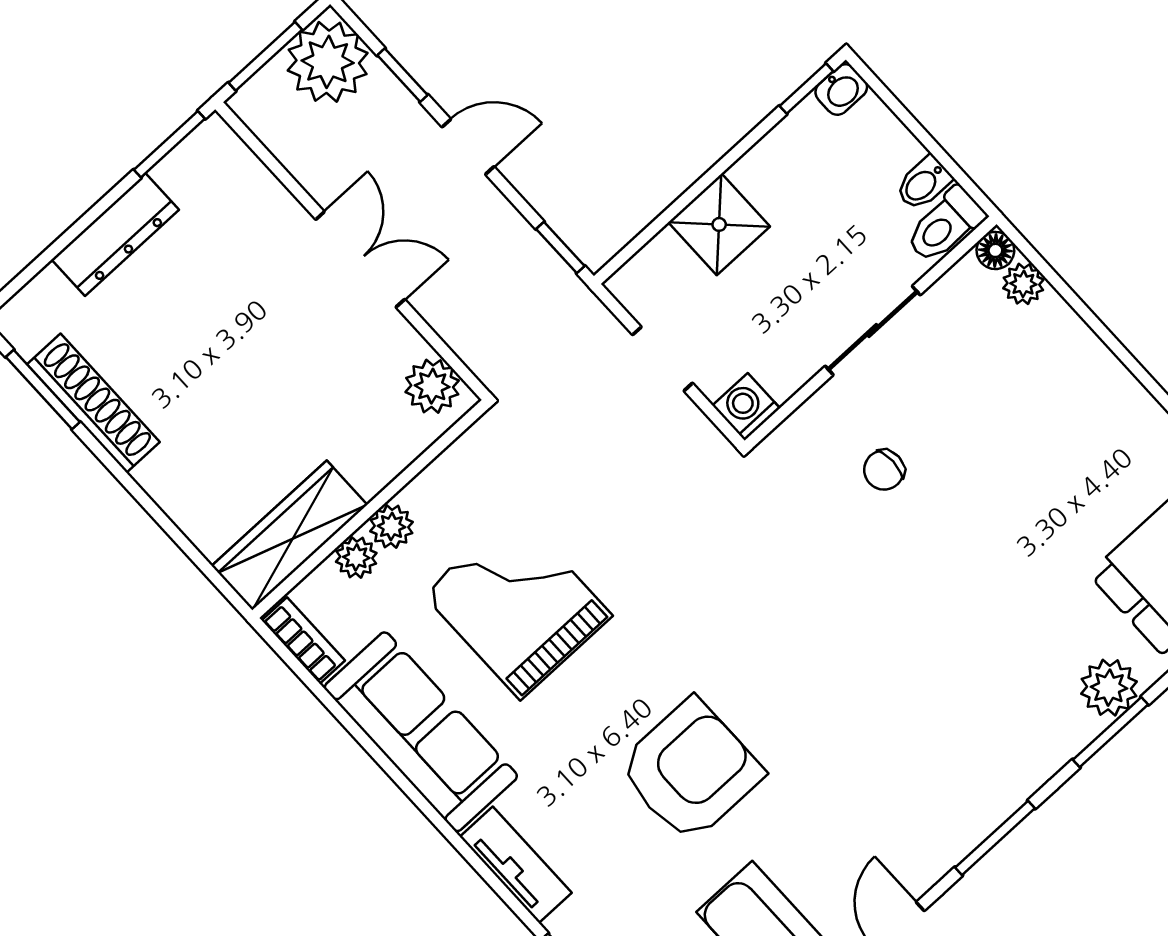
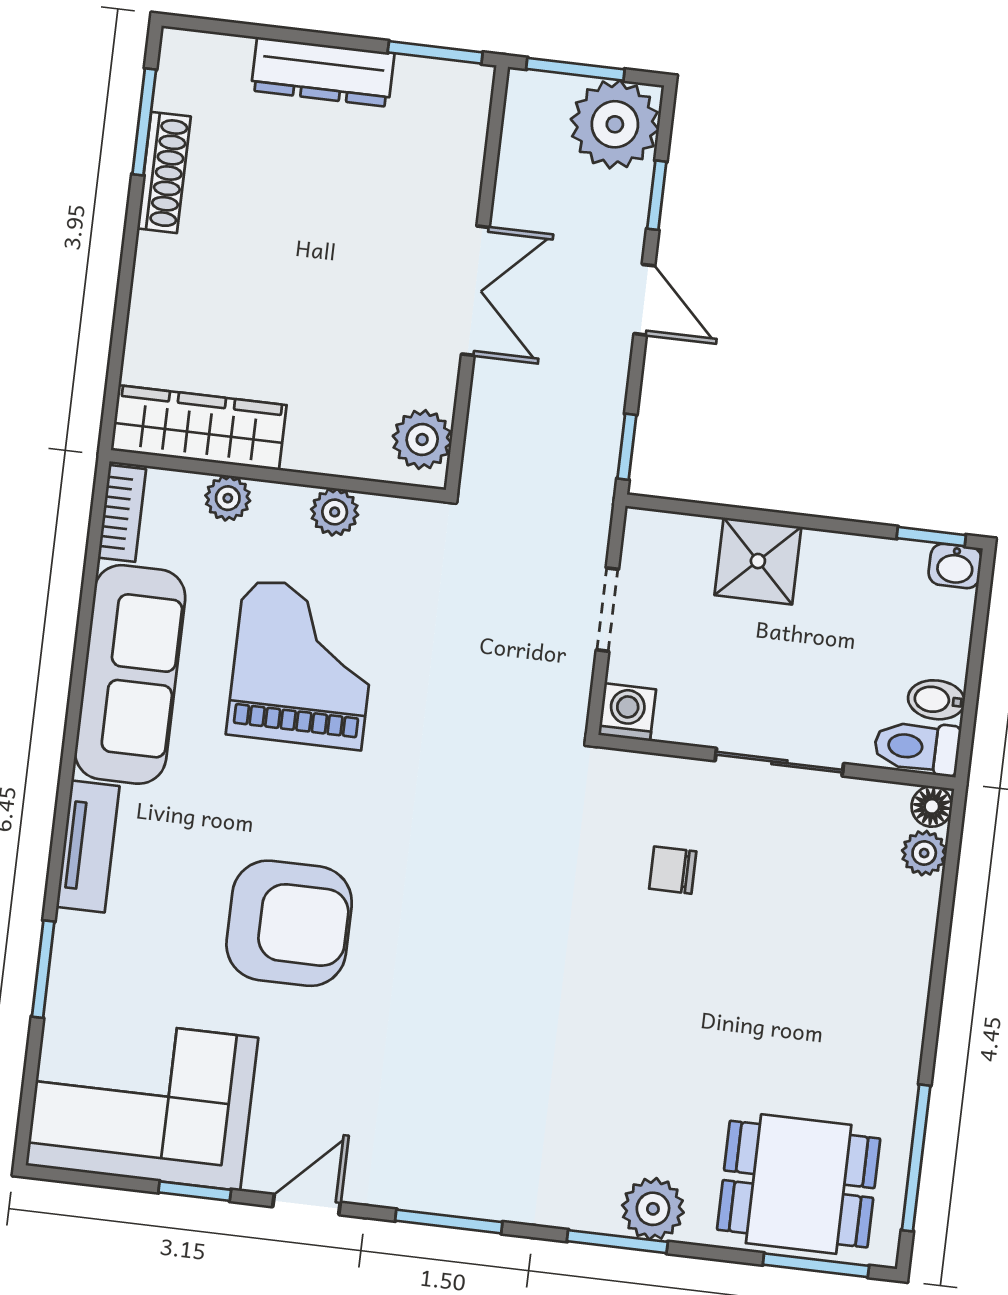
shoe rack: (93, 403) -> (164, 172), width x0.74, depth x0.81
plant: (391, 527) -> (335, 512), moved

